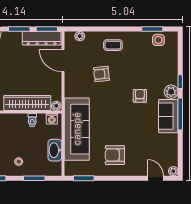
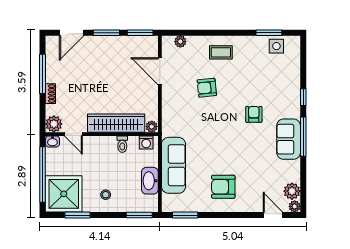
dresser: (42, 38) -> (134, 44), removed
plant: (171, 92) -> (292, 191), moved
sofa: (77, 129) -> (174, 165), width x0.74, depth x0.79
window: (34, 178) -> (139, 215), moved

